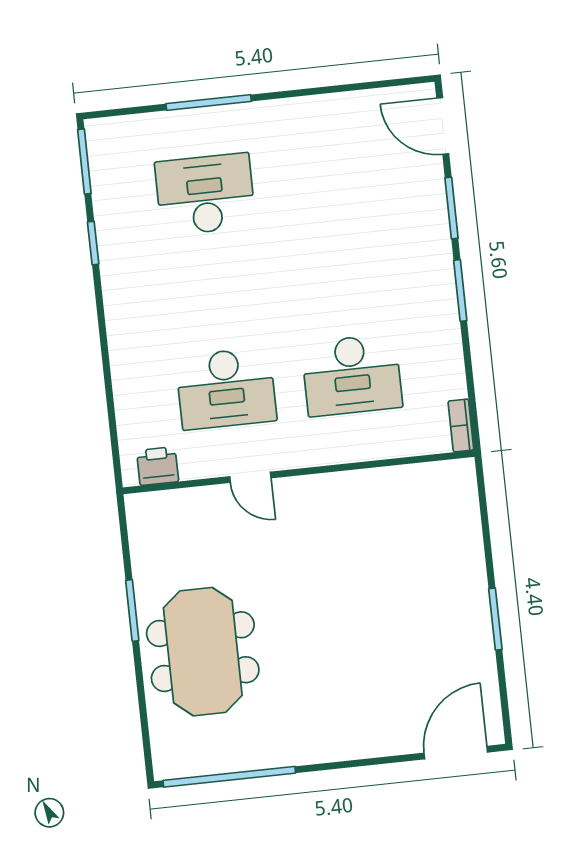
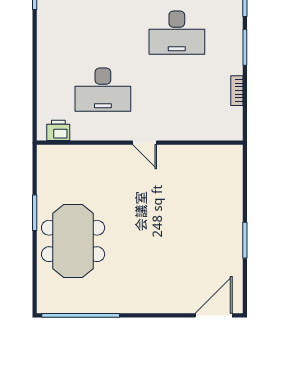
desk: (352, 375) -> (177, 33), moved
bookcase: (461, 426) -> (237, 91), moved
door: (250, 477) -> (145, 143), moved

